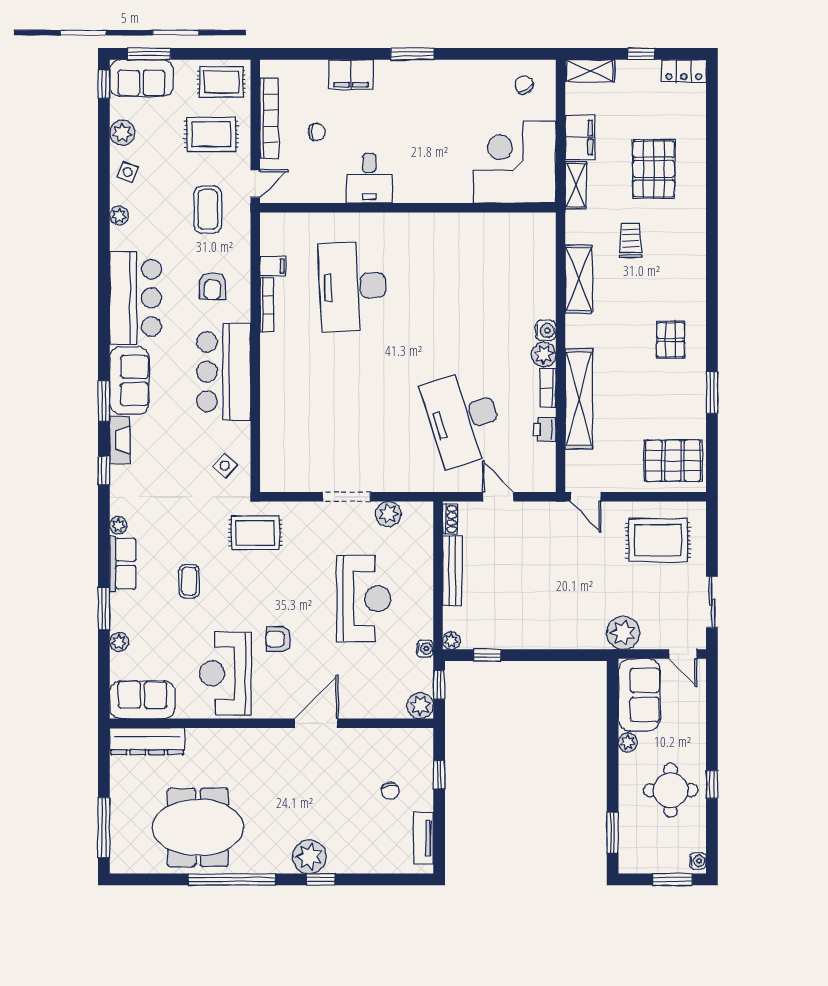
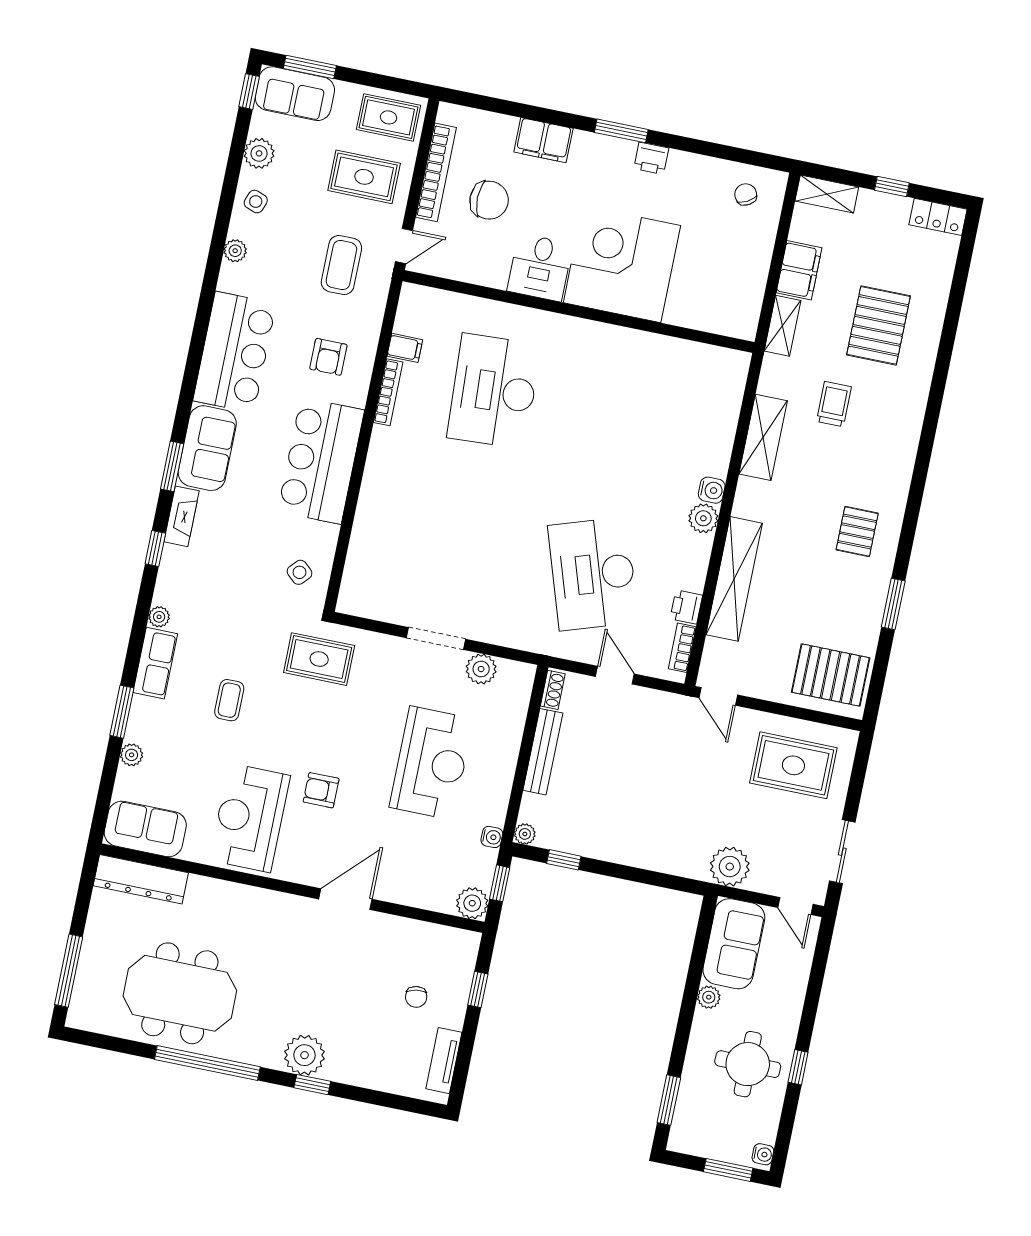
printer: (441, 71) -> (651, 158), added
chair: (317, 132) -> (489, 200), width x1.87, depth x1.87
corner desk: (515, 162) -> (622, 264), moved
bookcase: (548, 388) -> (682, 648), moved

